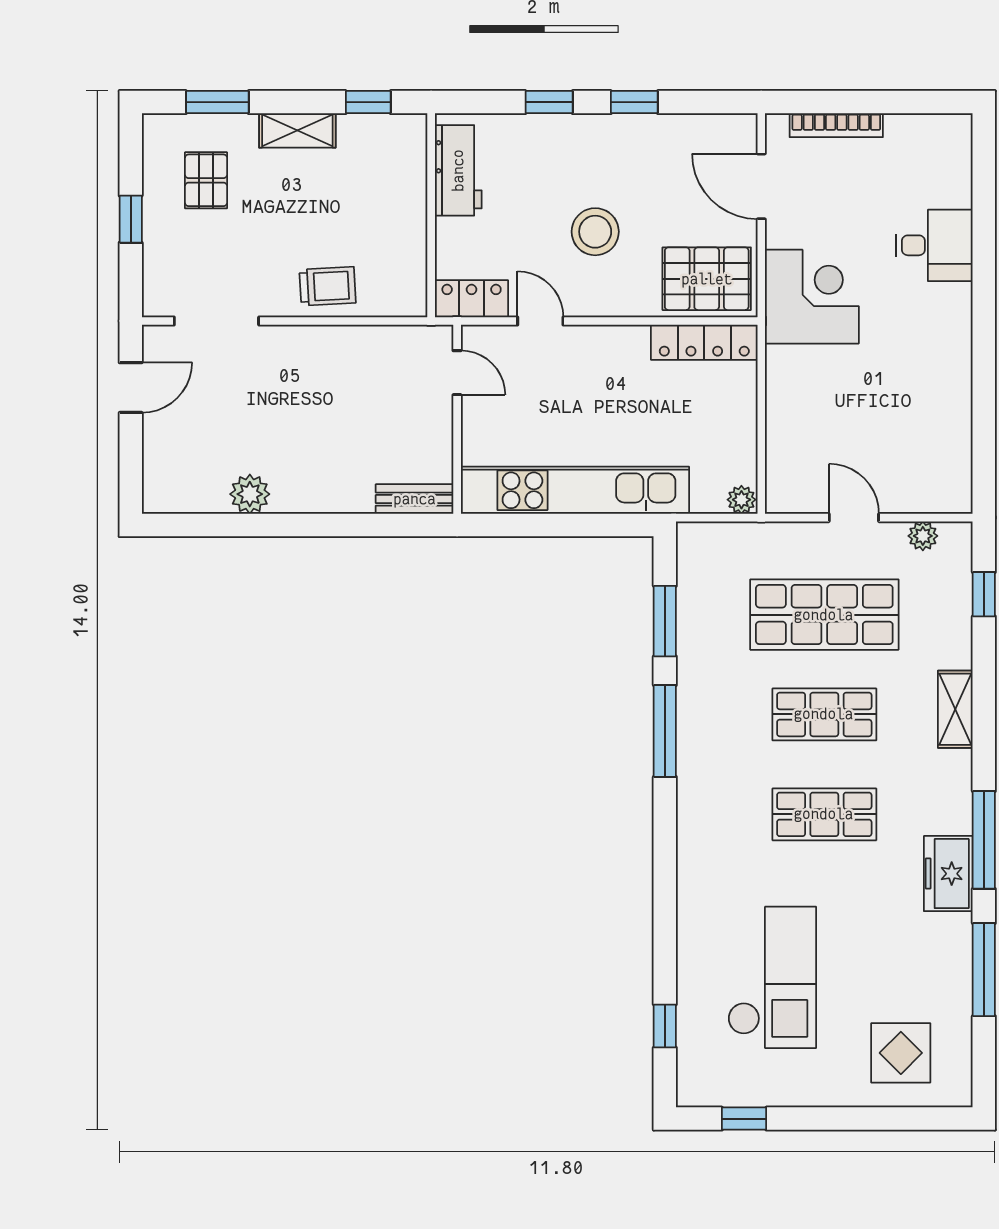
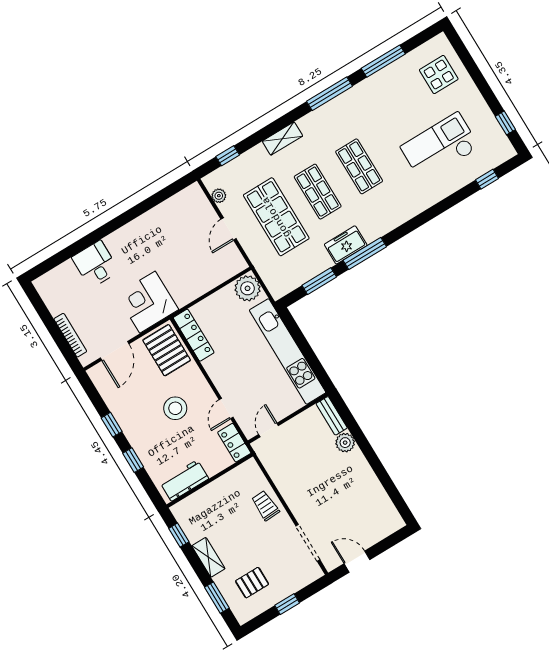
plant: (250, 494) -> (345, 443), moved
plant: (741, 500) -> (248, 288), width x1.88, depth x1.88
freezer: (948, 874) -> (346, 245), moved, turned 180

